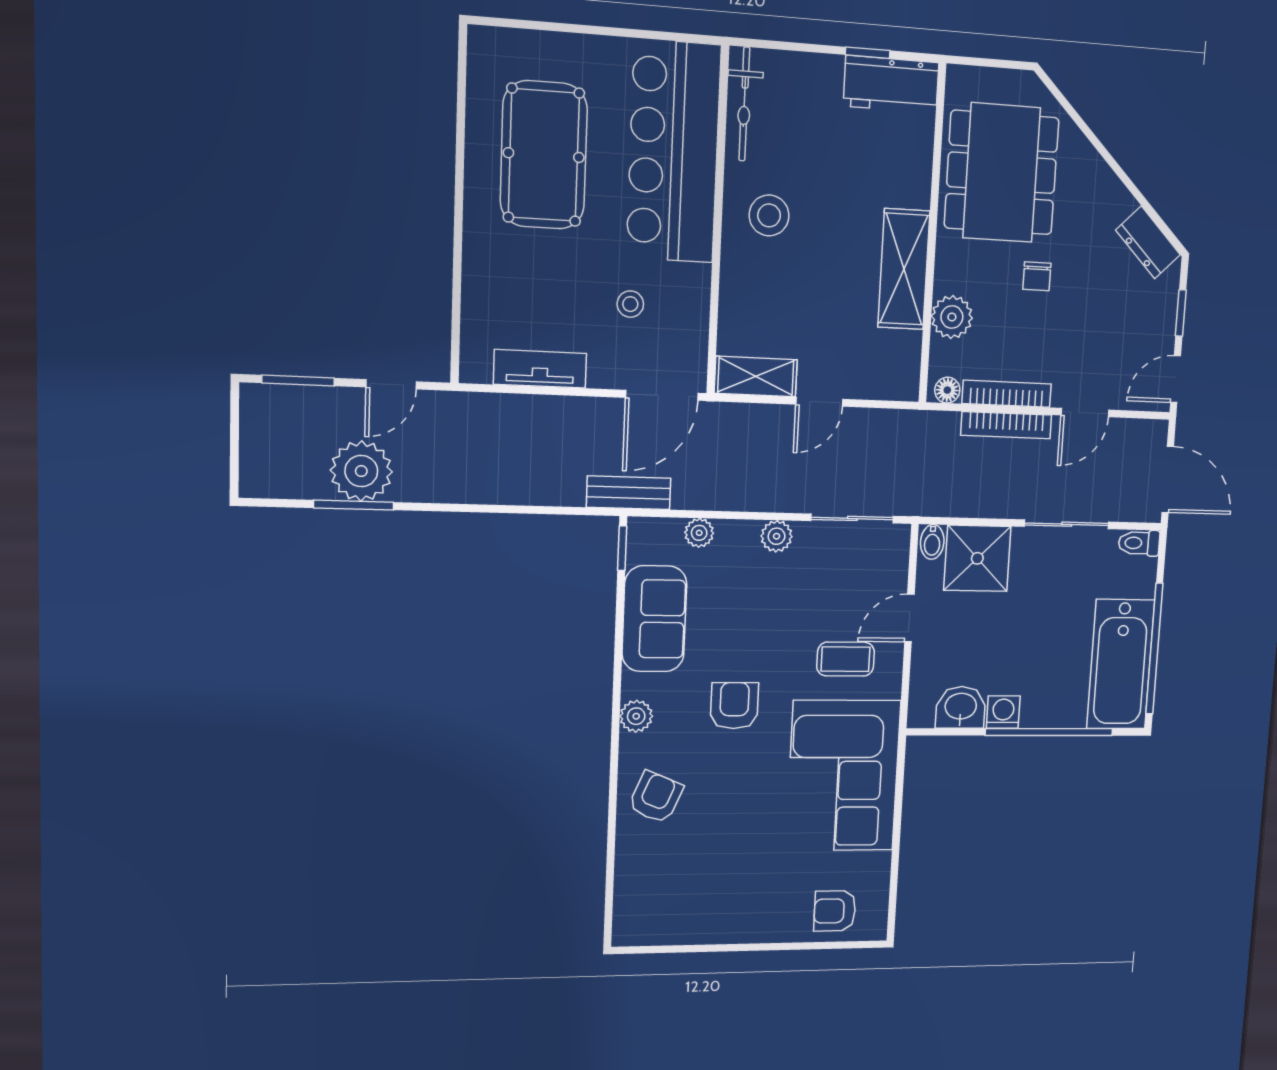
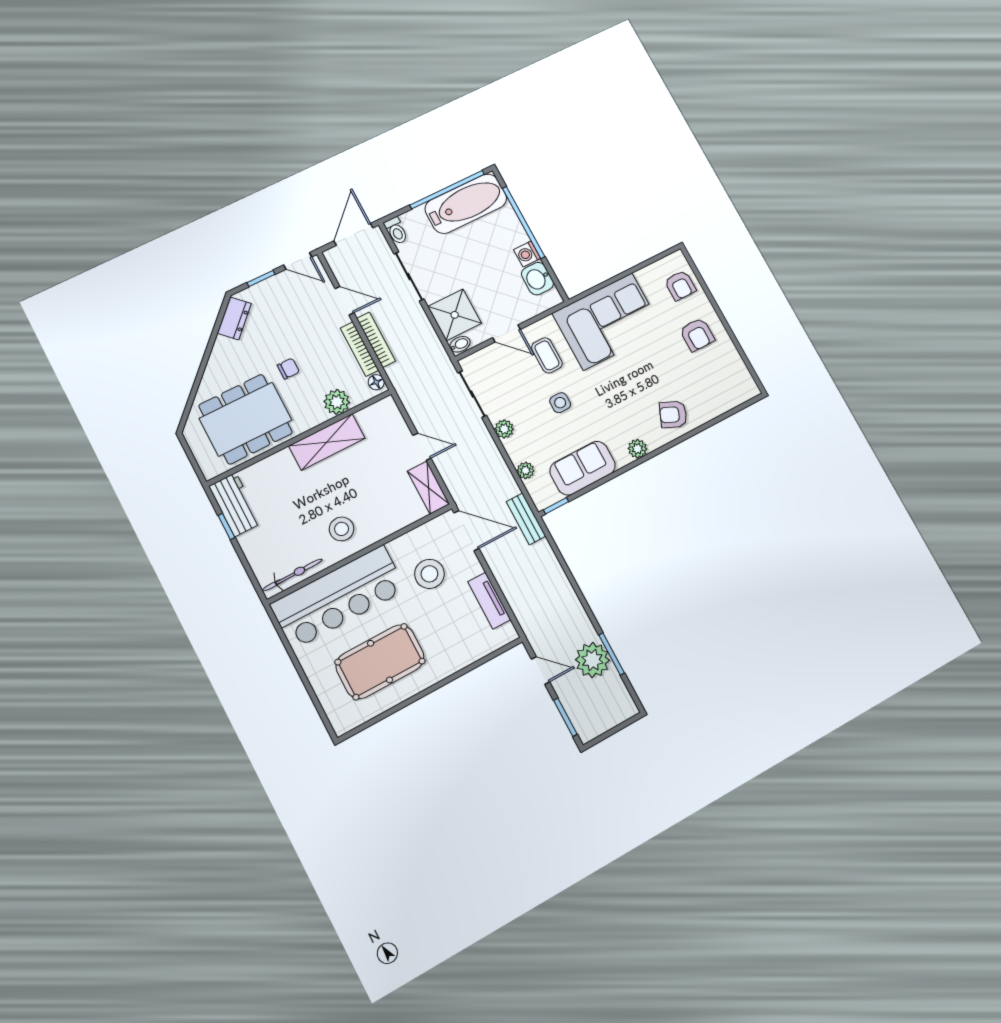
stool: (630, 304) -> (429, 574), width x1.89, depth x1.89
side table: (767, 640) -> (560, 403), added
armchair: (734, 706) -> (697, 335), moved, turned -90

